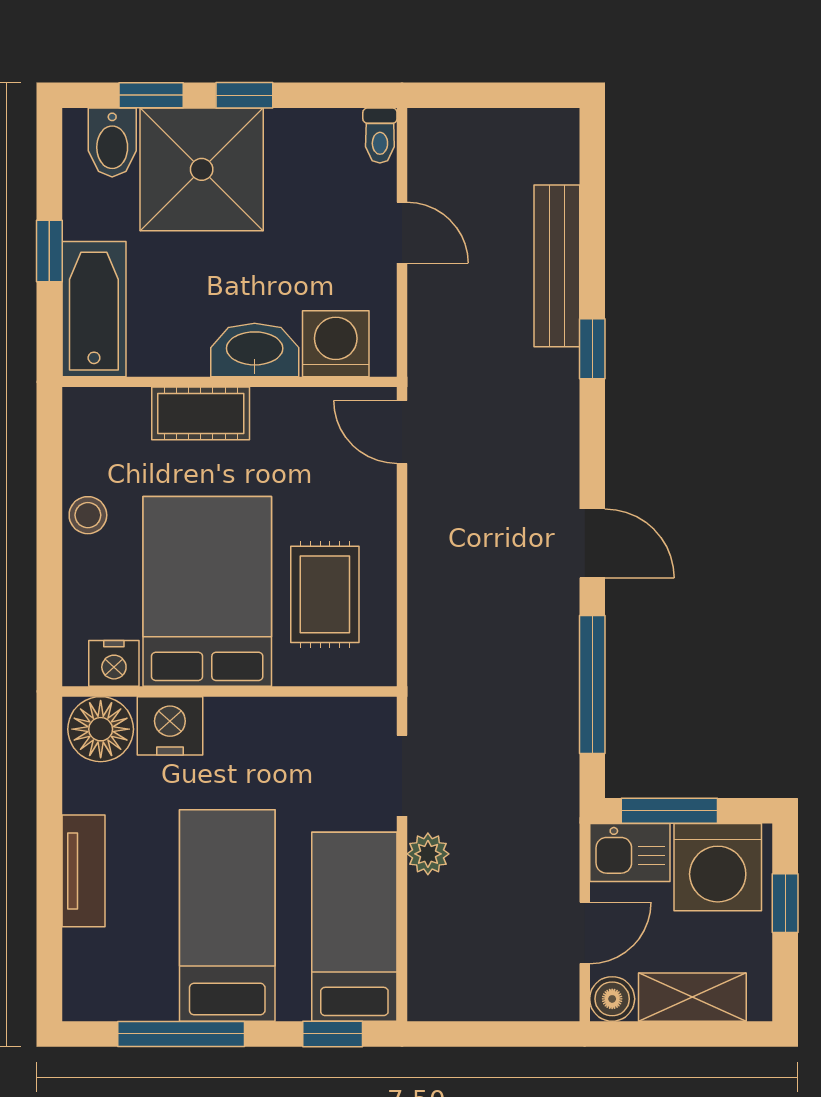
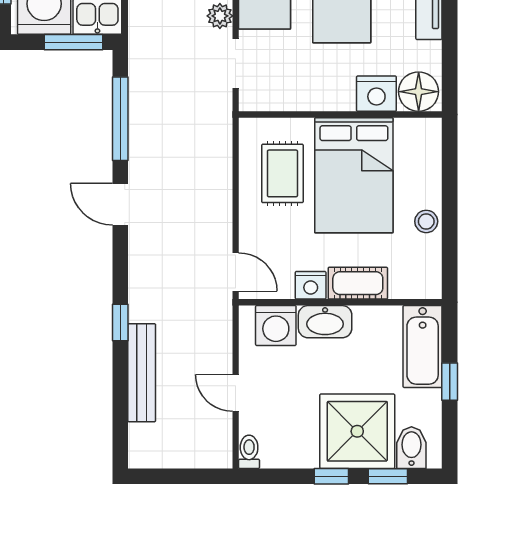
nightstand: (114, 663) -> (311, 285), moved, turned 180

